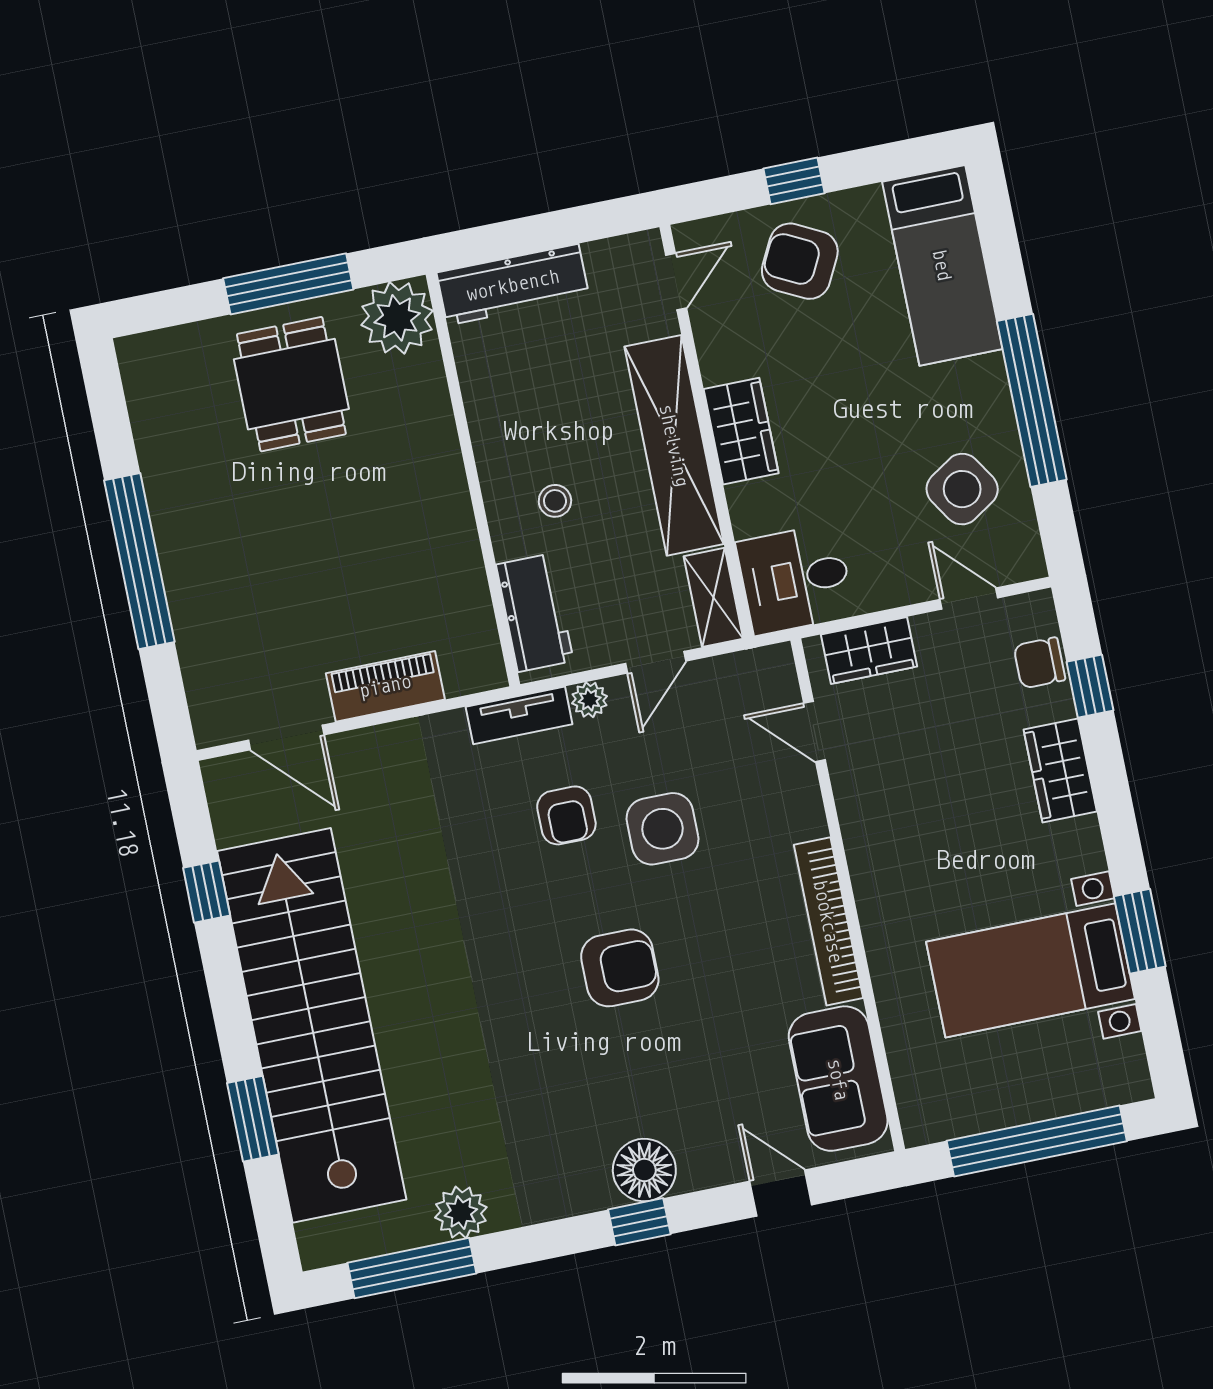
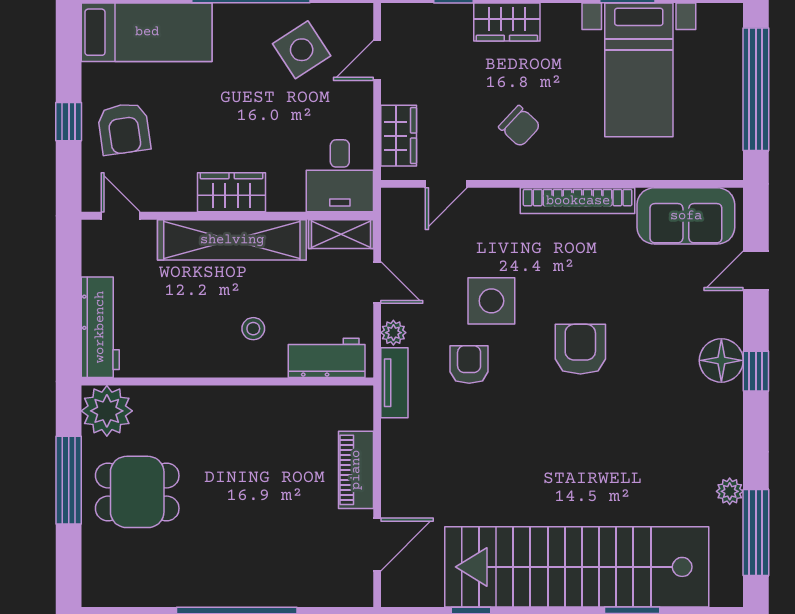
armchair: (800, 261) -> (124, 129), turned -35
chair: (1039, 663) -> (520, 126), moved, turned -47
armchair: (566, 815) -> (469, 364), turned -90
plant: (461, 1212) -> (730, 491), width x0.73, depth x0.73

